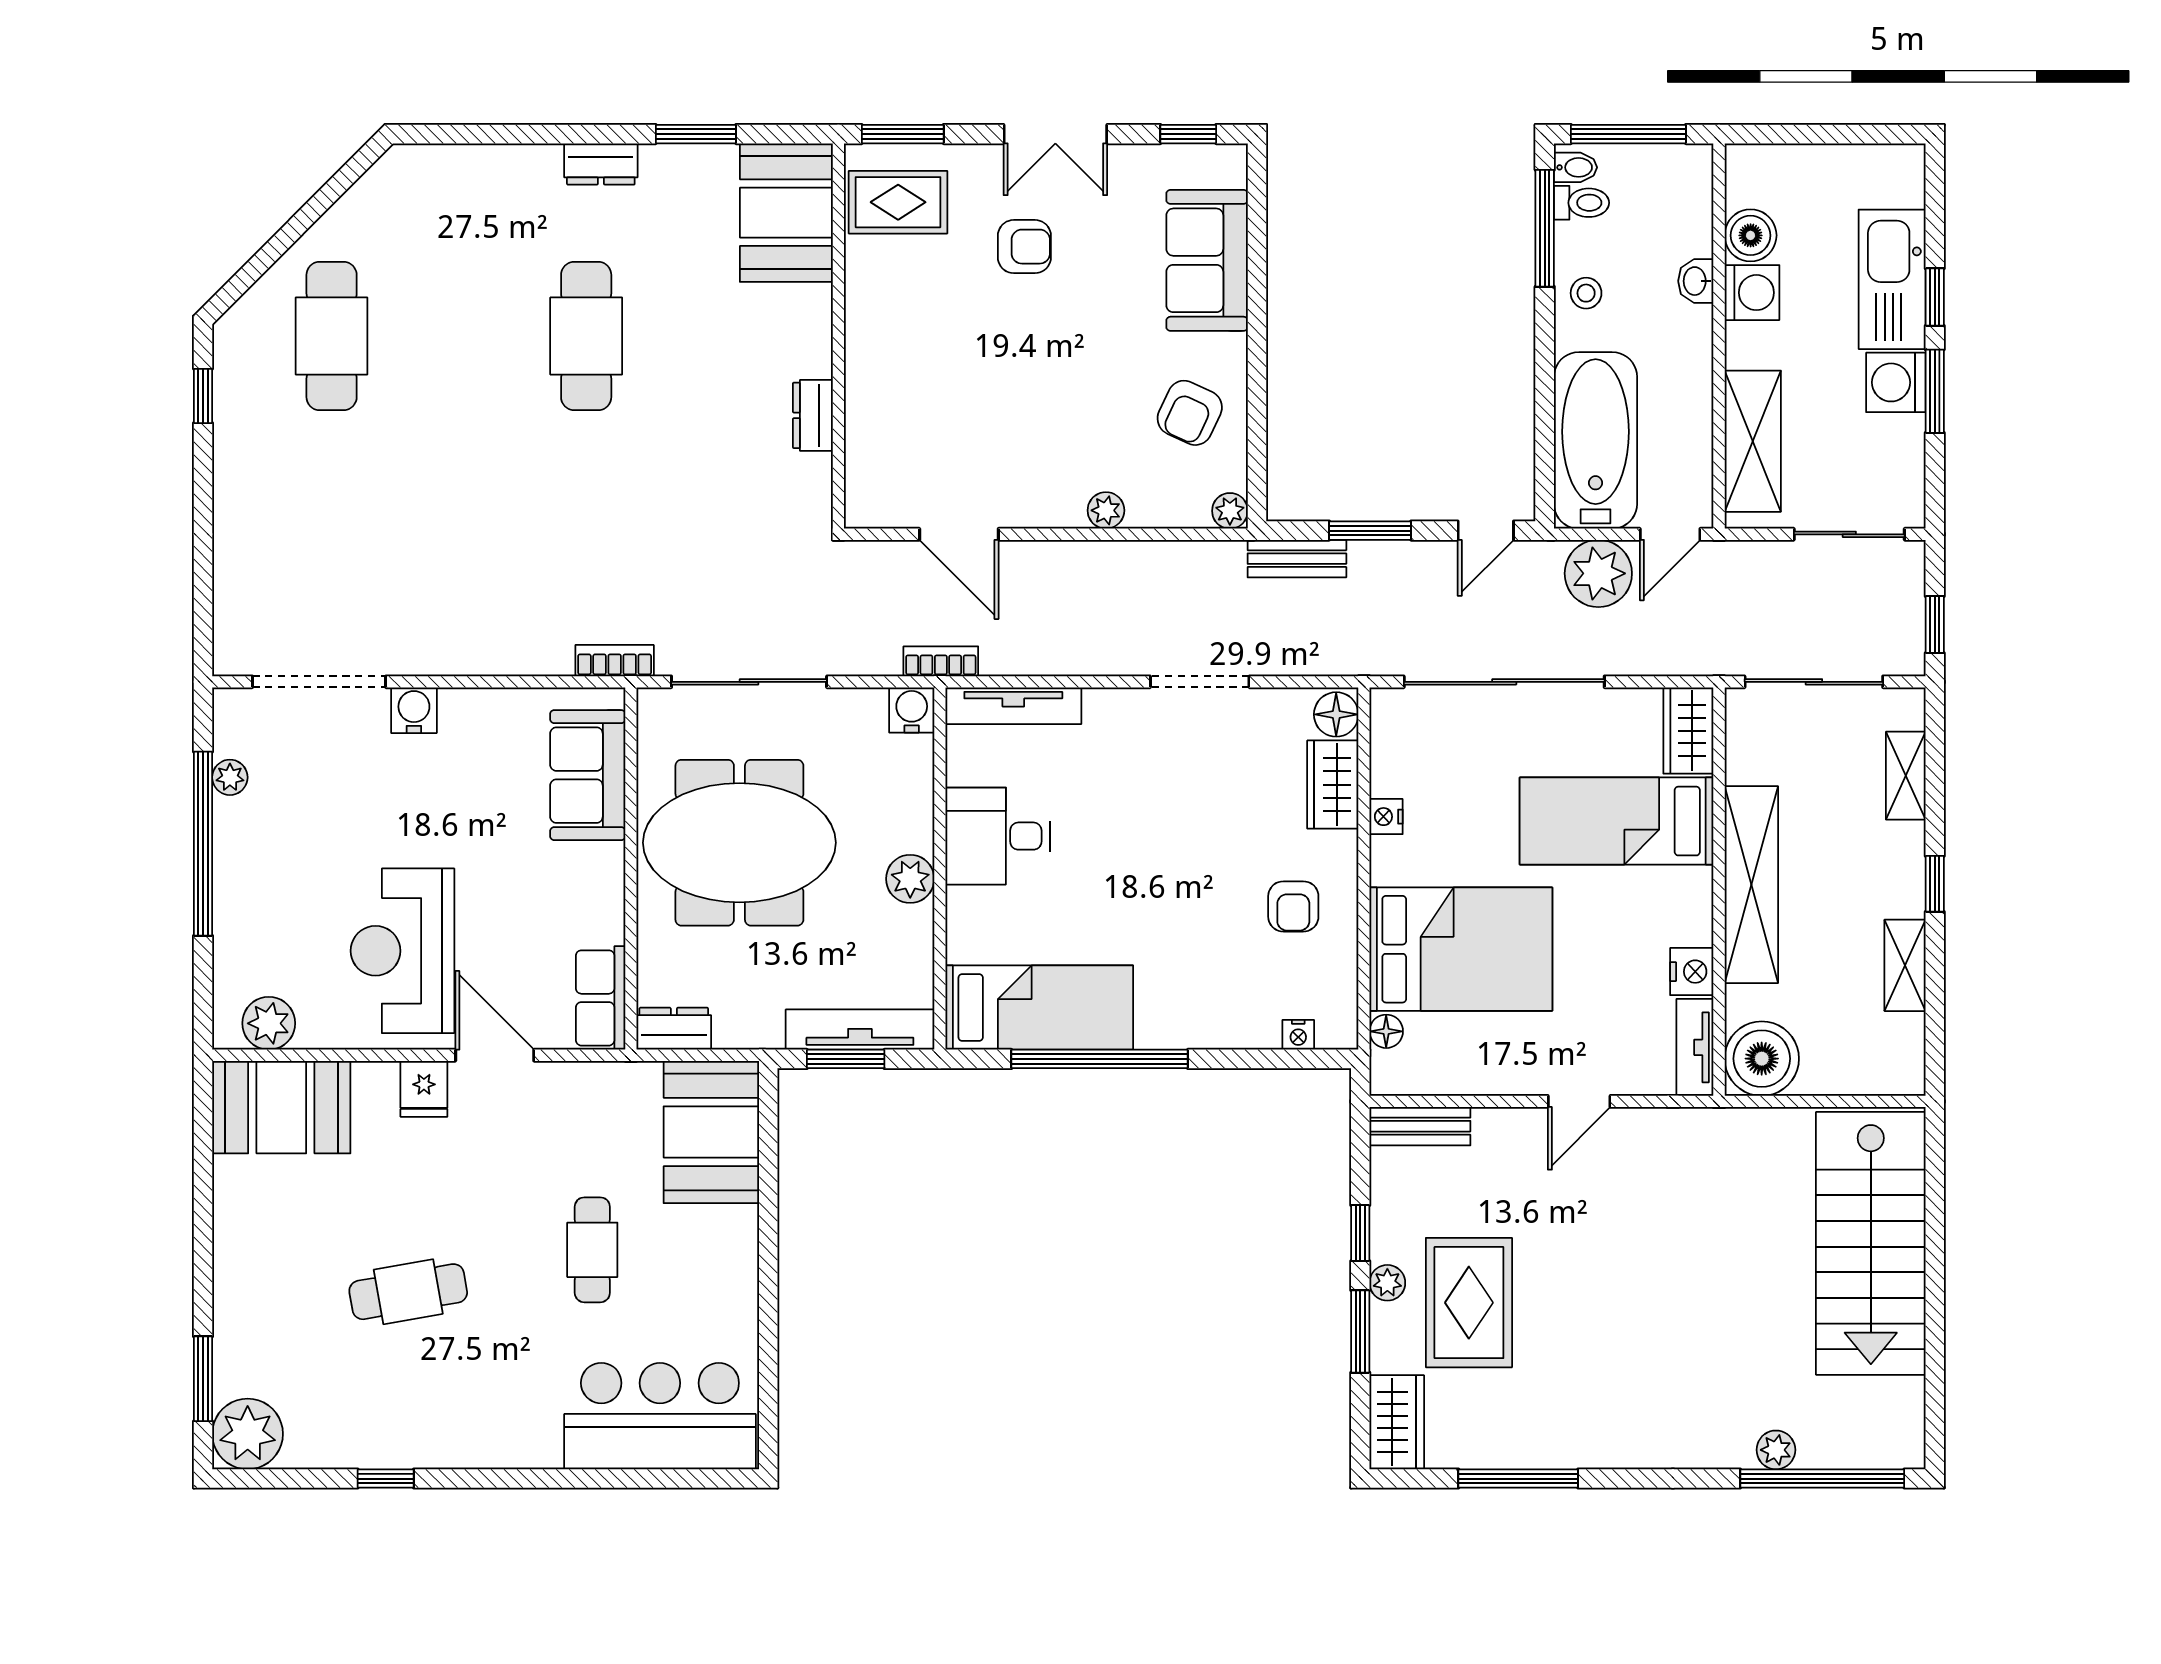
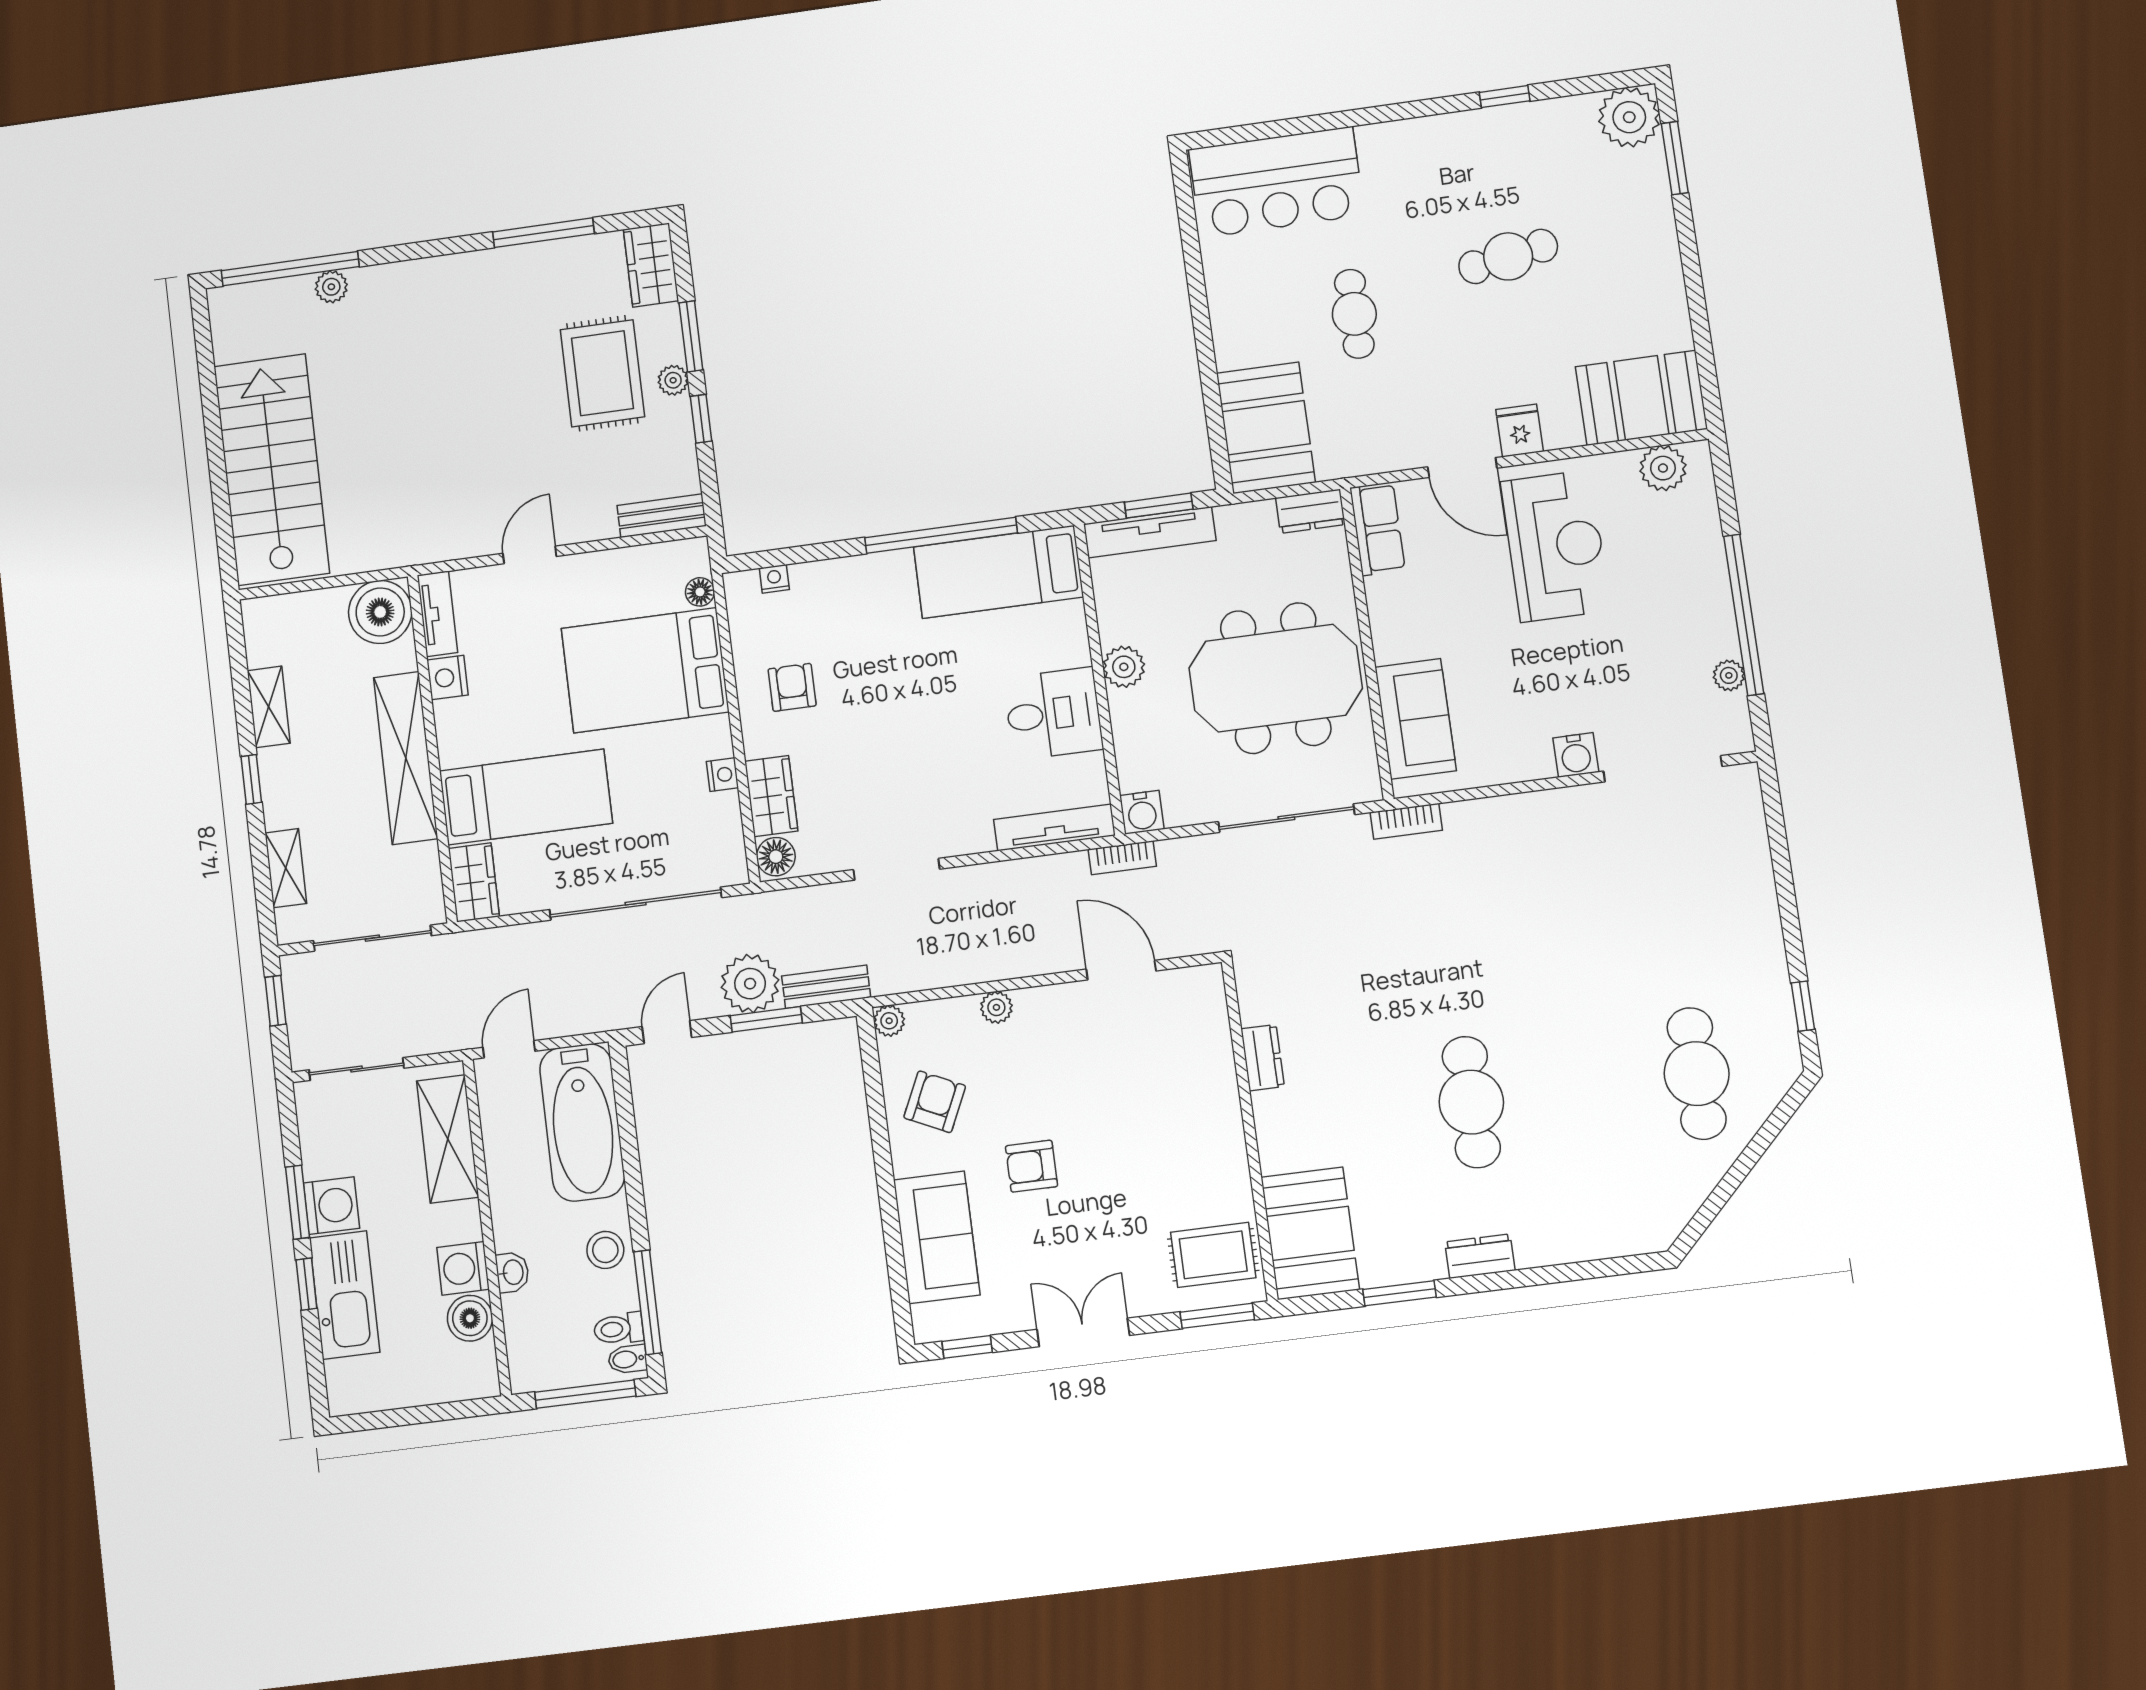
armchair: (1024, 247) -> (1032, 1166), moved
stool: (1586, 293) -> (605, 1250), width x1.37, depth x1.37
plant: (1598, 573) -> (750, 984), moved

